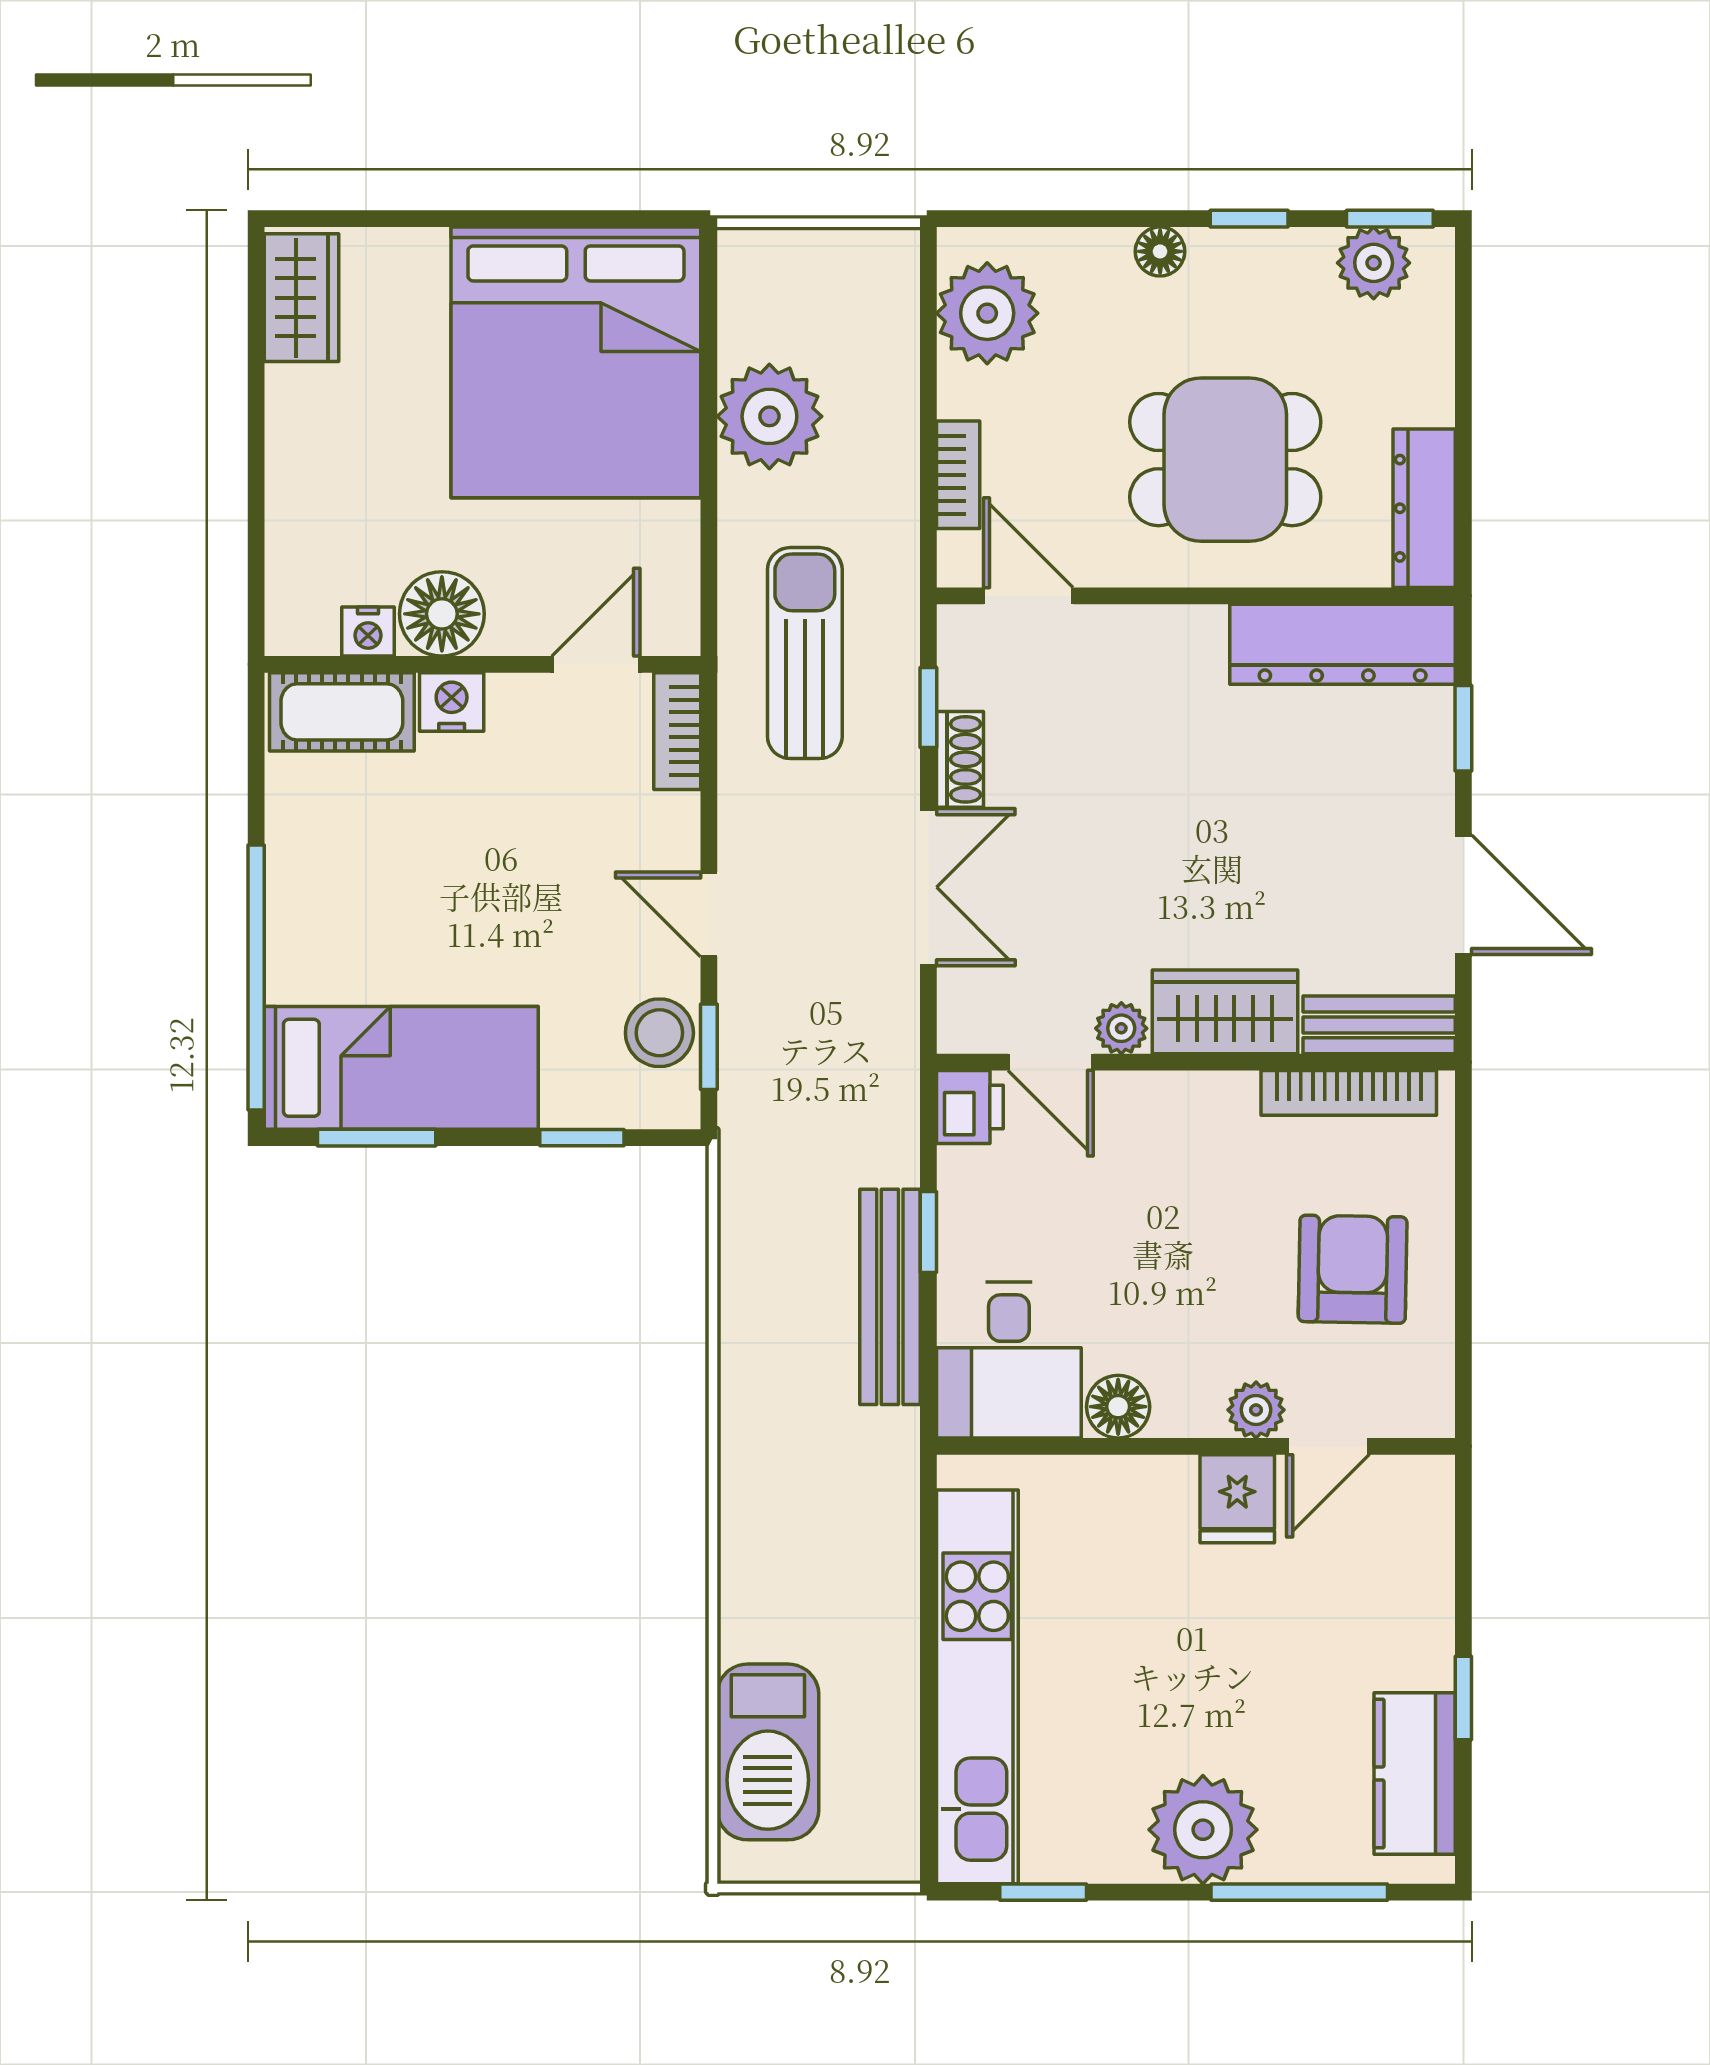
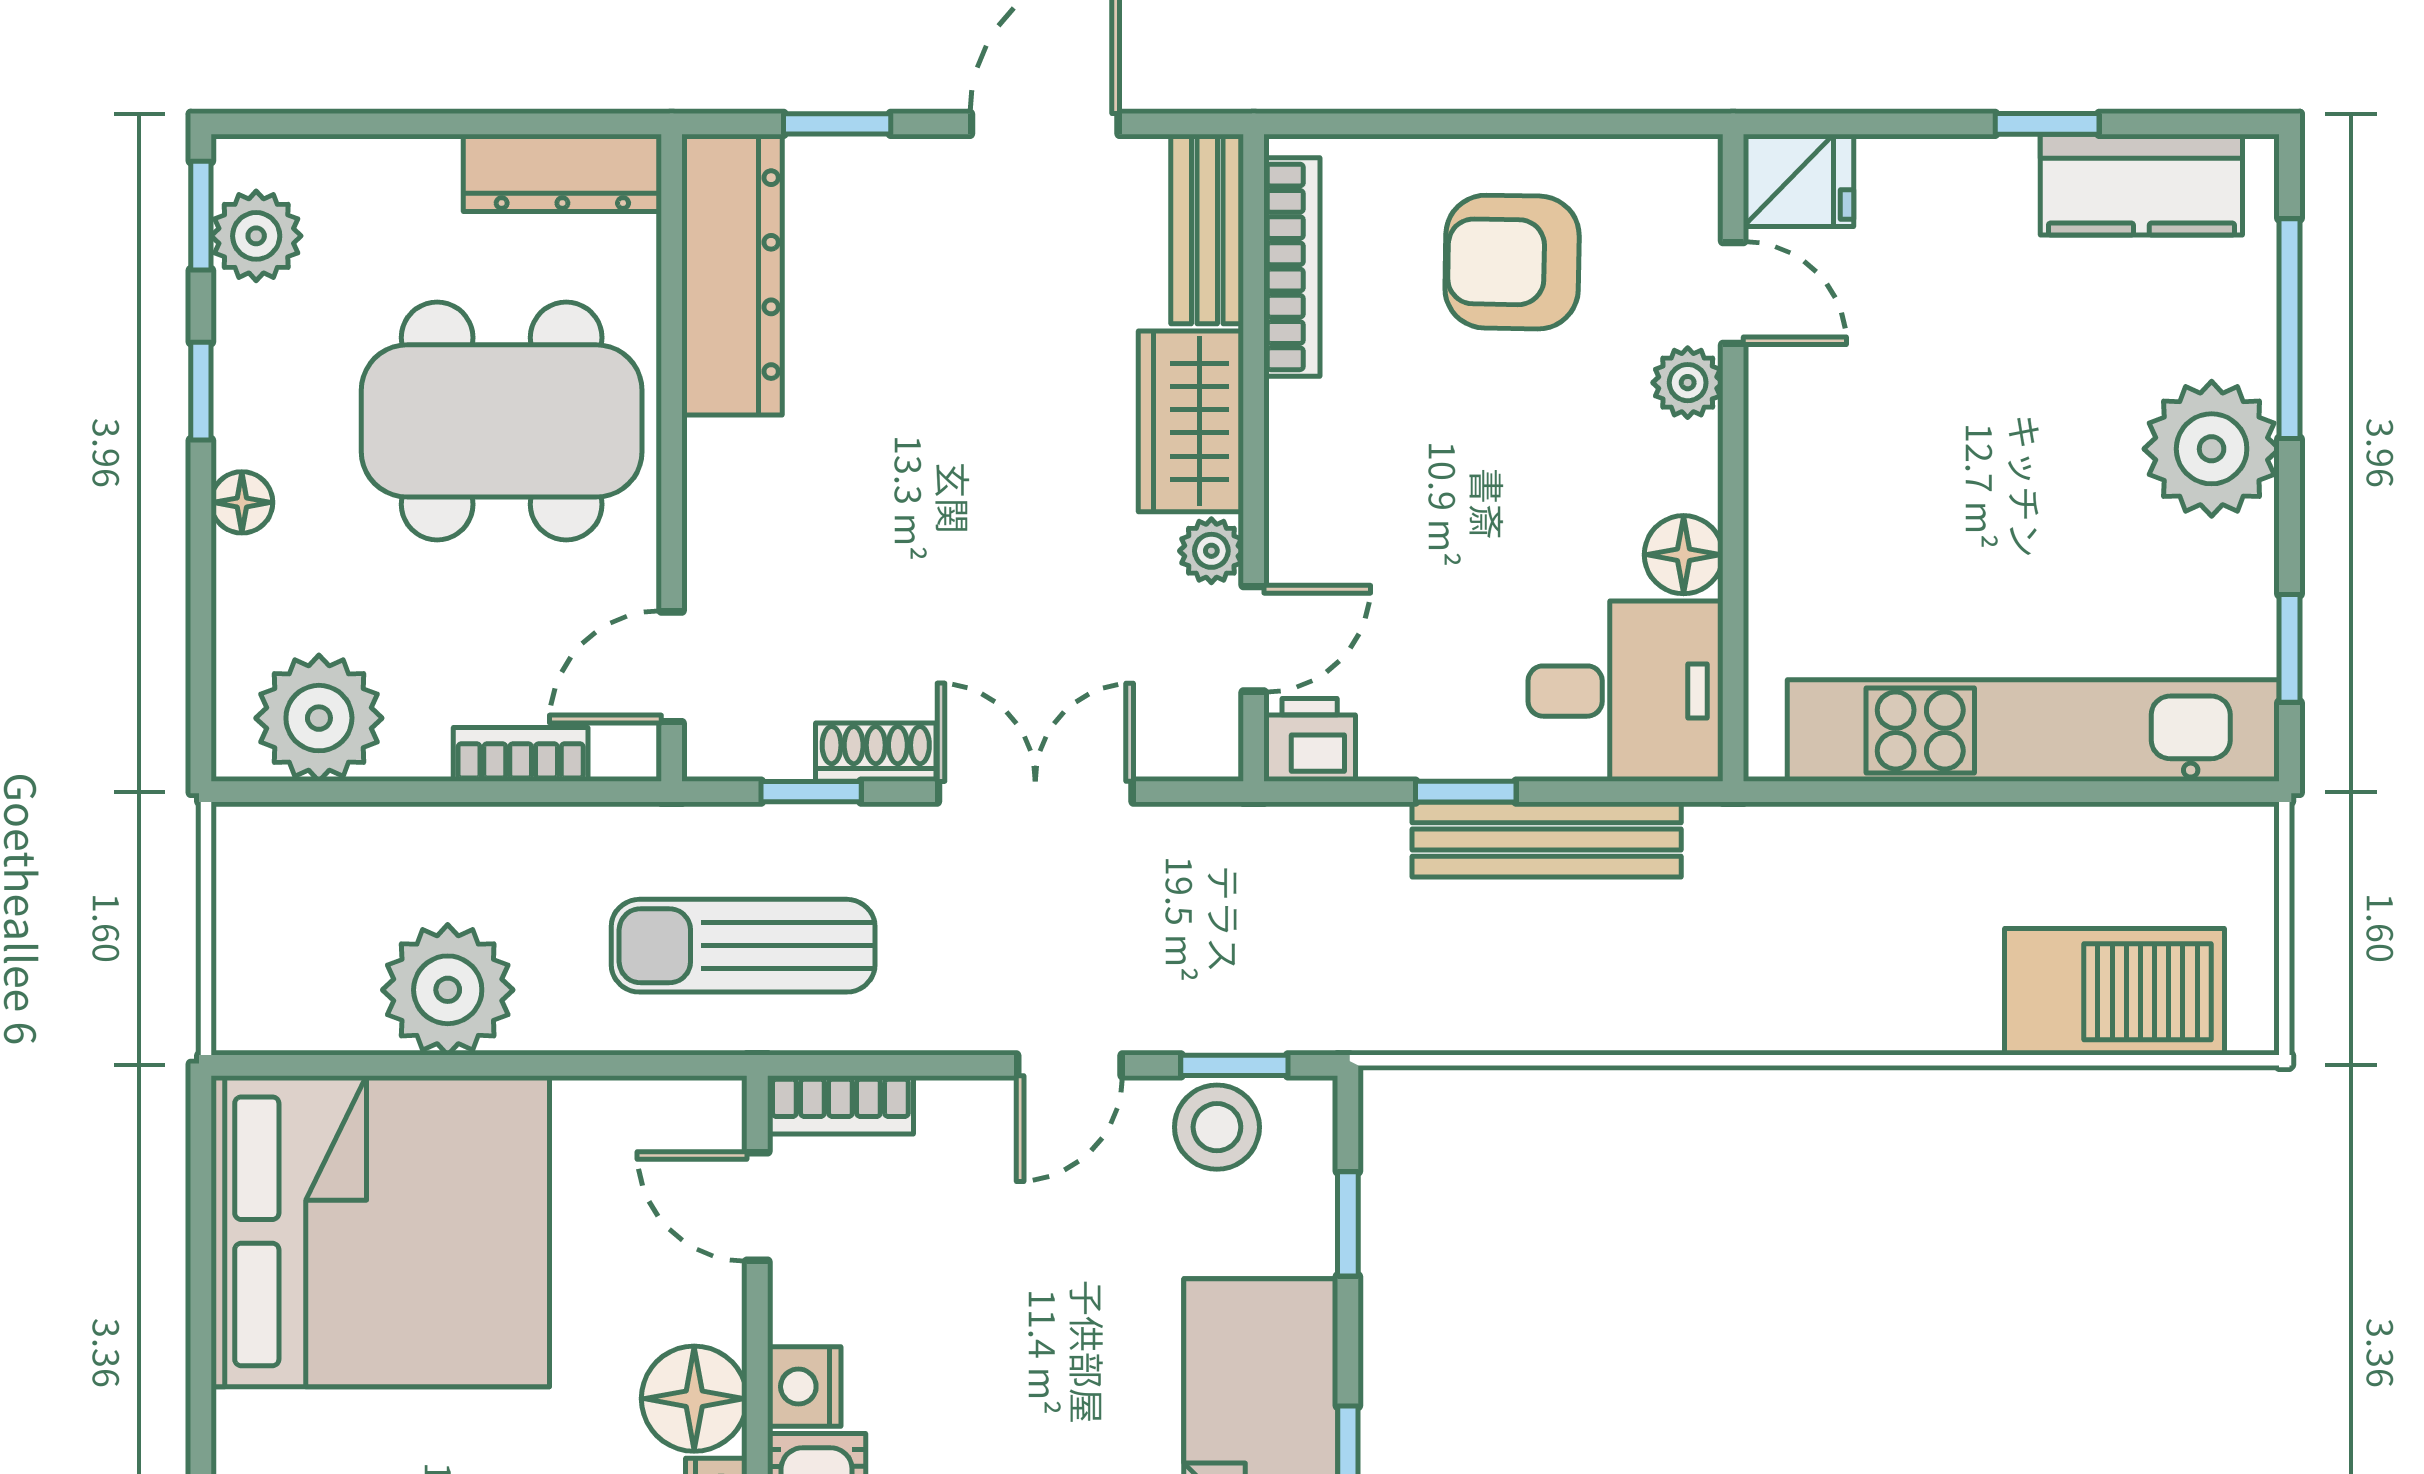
dining table: (1225, 460) -> (502, 421), width x1.38
fridge: (1237, 1499) -> (1799, 180), moved

